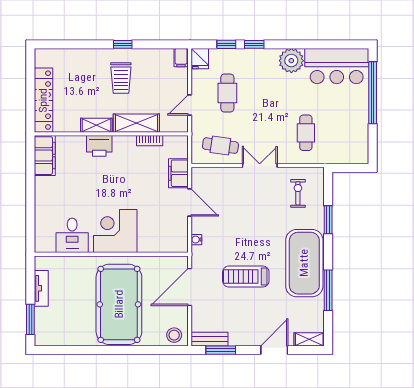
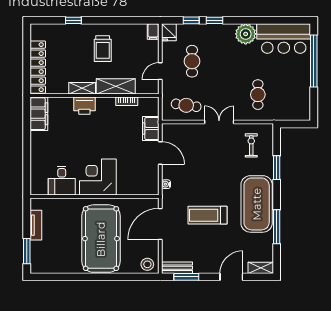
window: (123, 44) -> (73, 20), moved

